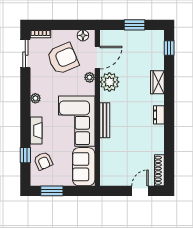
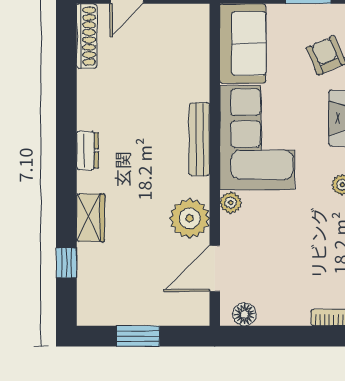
window: (169, 48) -> (66, 263), moved
armchair: (63, 59) -> (286, 267), removed
plant: (90, 77) -> (231, 203), moved

